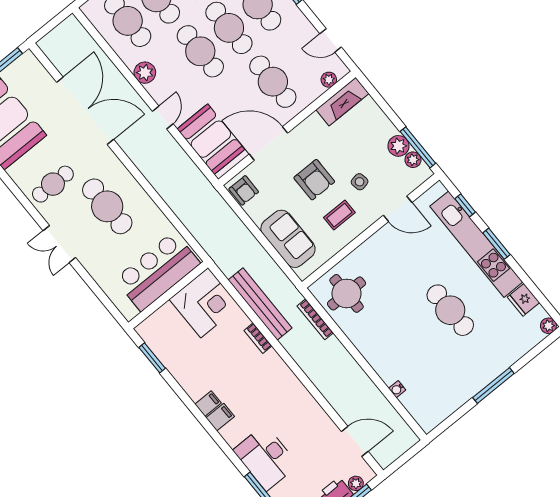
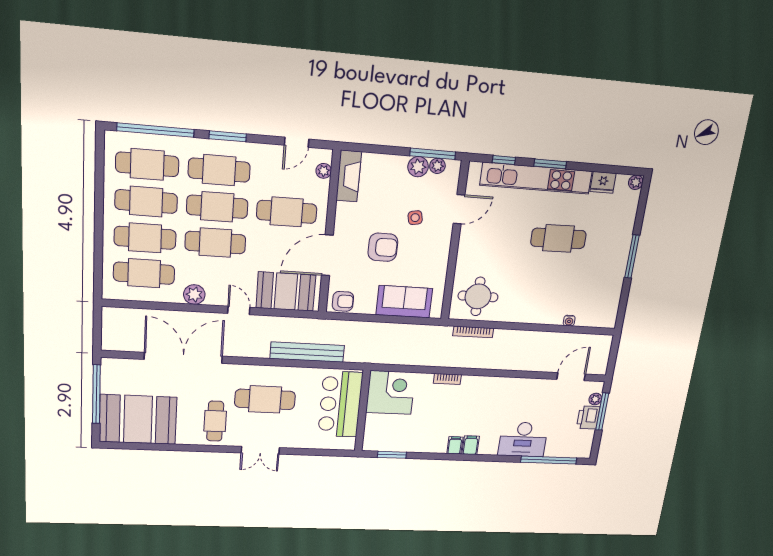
coffee table: (339, 215) -> (423, 253), removed
bench: (260, 304) -> (307, 352), moved

